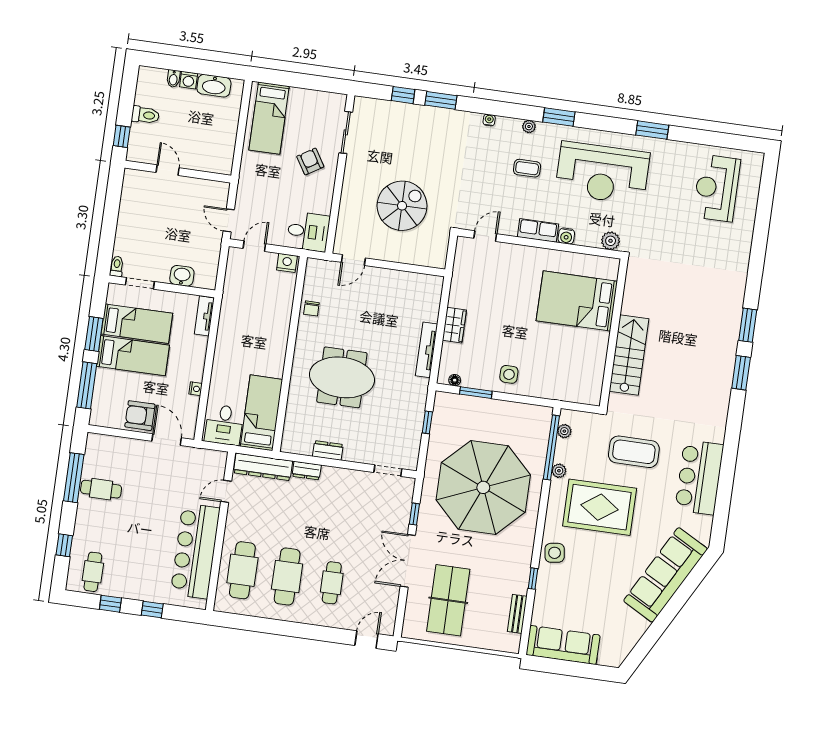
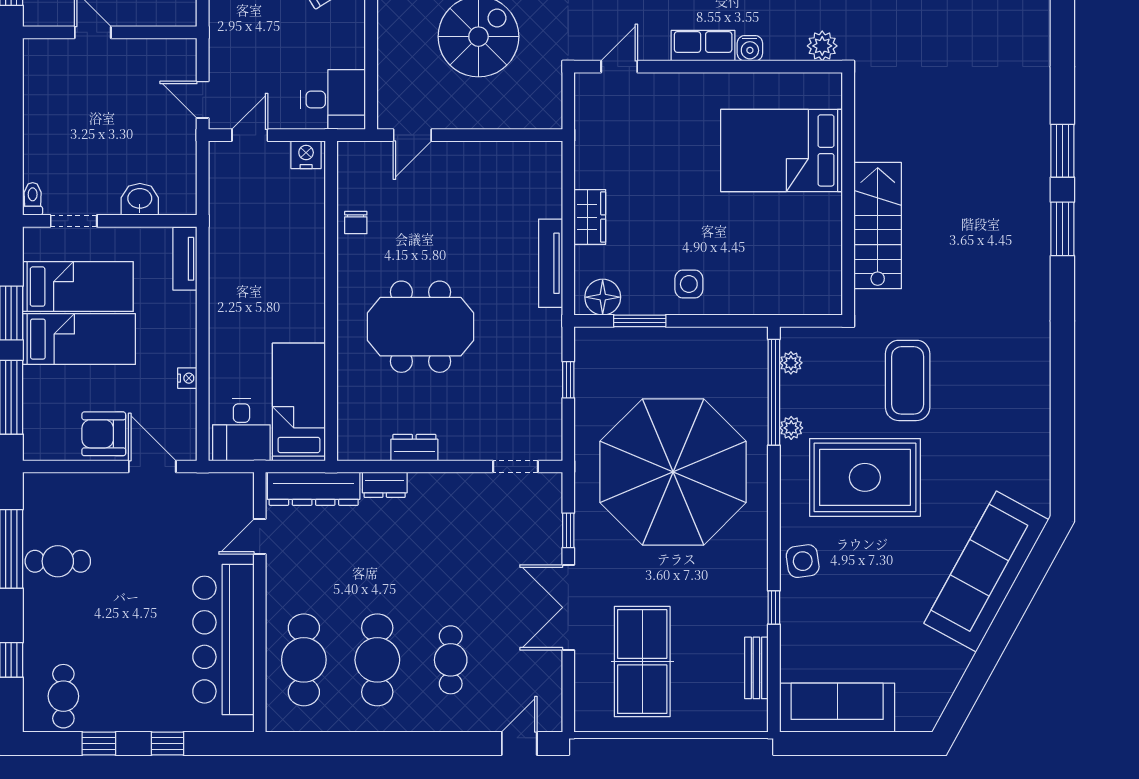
floor lamp: (455, 380) -> (603, 297), width x1.89, depth x1.89
coffee table: (634, 452) -> (908, 380), turned 90
bar counter: (699, 477) -> (1019, 407), removed

